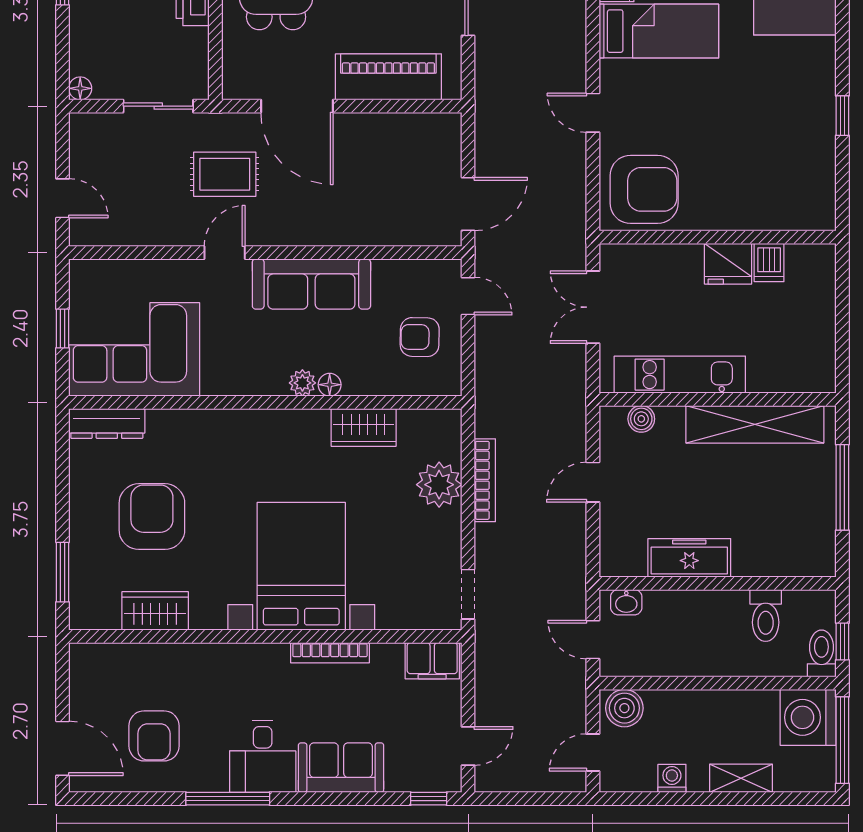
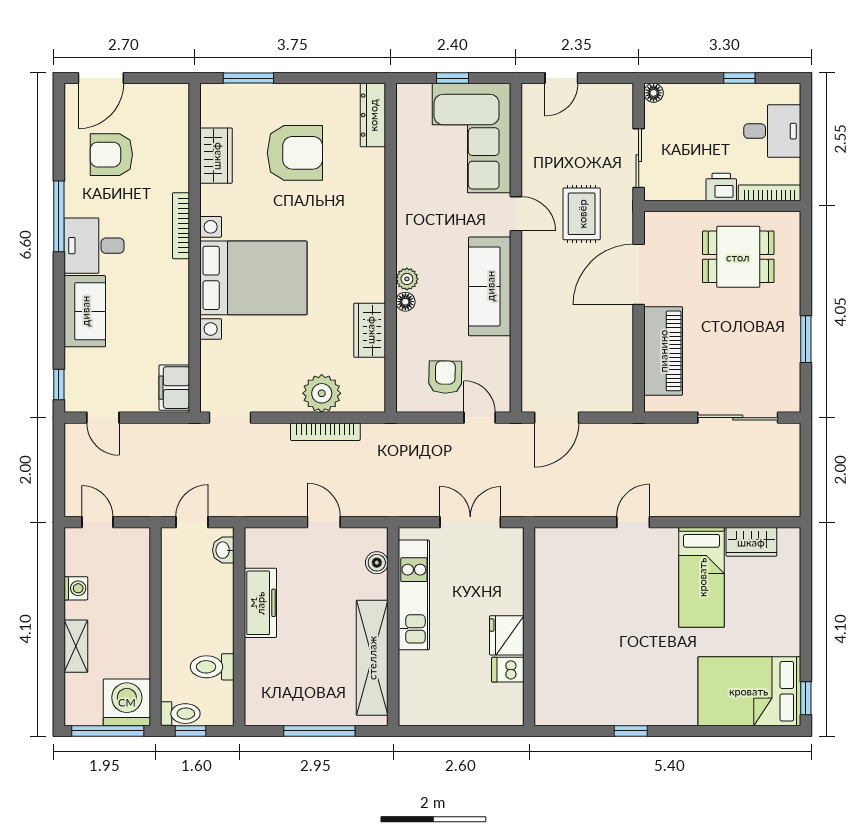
armchair: (644, 189) -> (569, 565), removed
door: (468, 204) -> (557, 418), hinge flipped
door: (468, 296) -> (480, 418), swing flipped
corner sofa: (134, 349) -> (472, 138), moved, turned 180
bookcase: (330, 653) -> (181, 226), moved
boiler: (624, 708) -> (135, 549), removed

